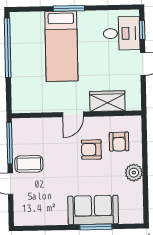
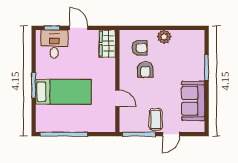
wardrobe: (107, 101) -> (107, 44), moved
door: (73, 114) -> (117, 98), moved
sofa: (93, 210) -> (193, 101), moved

